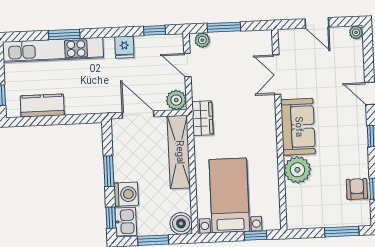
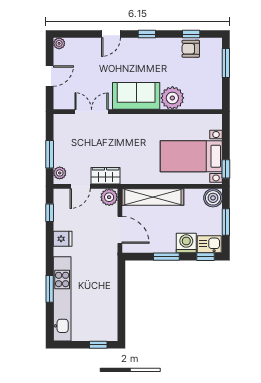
double door: (277, 75) -> (92, 112), swing flipped
kitchen counter: (42, 106) -> (109, 310), removed
door: (138, 115) -> (120, 230), swing flipped
wardrobe: (202, 118) -> (106, 176), moved
window: (256, 235) -> (226, 169), moved

